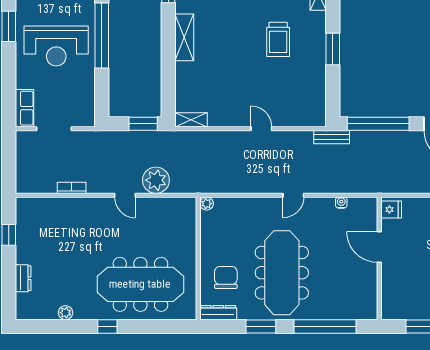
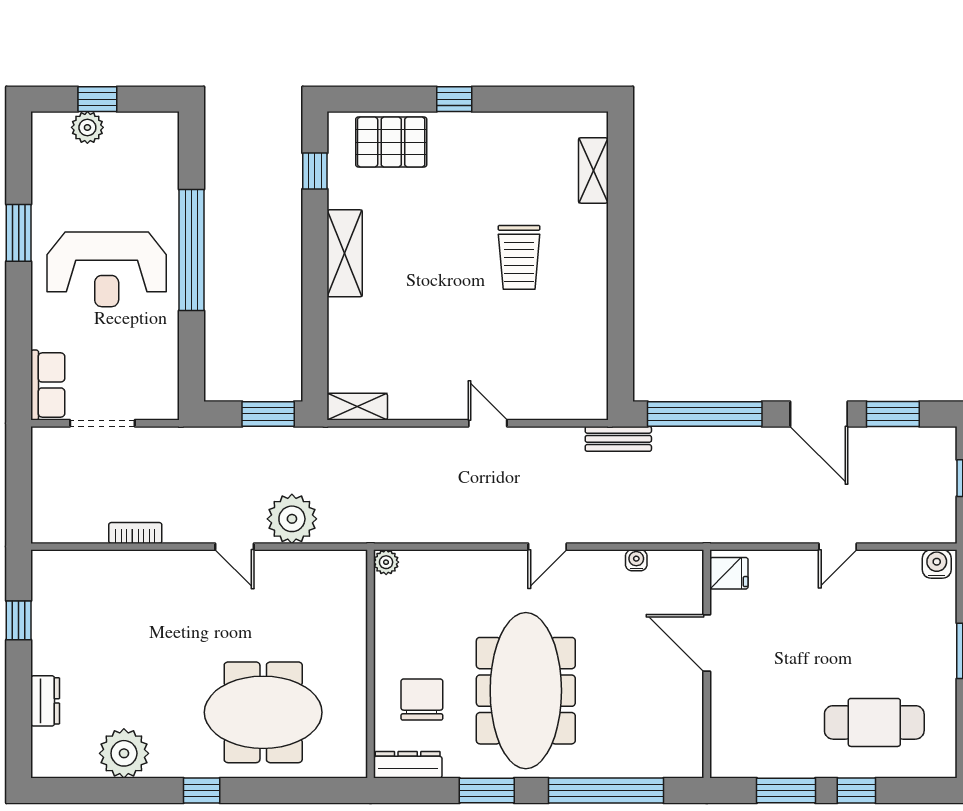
window: (333, 49) -> (620, 275), removed
meeting table: (140, 284) -> (263, 712), width x0.73
plant: (66, 313) -> (124, 753), width x1.88, depth x1.88

